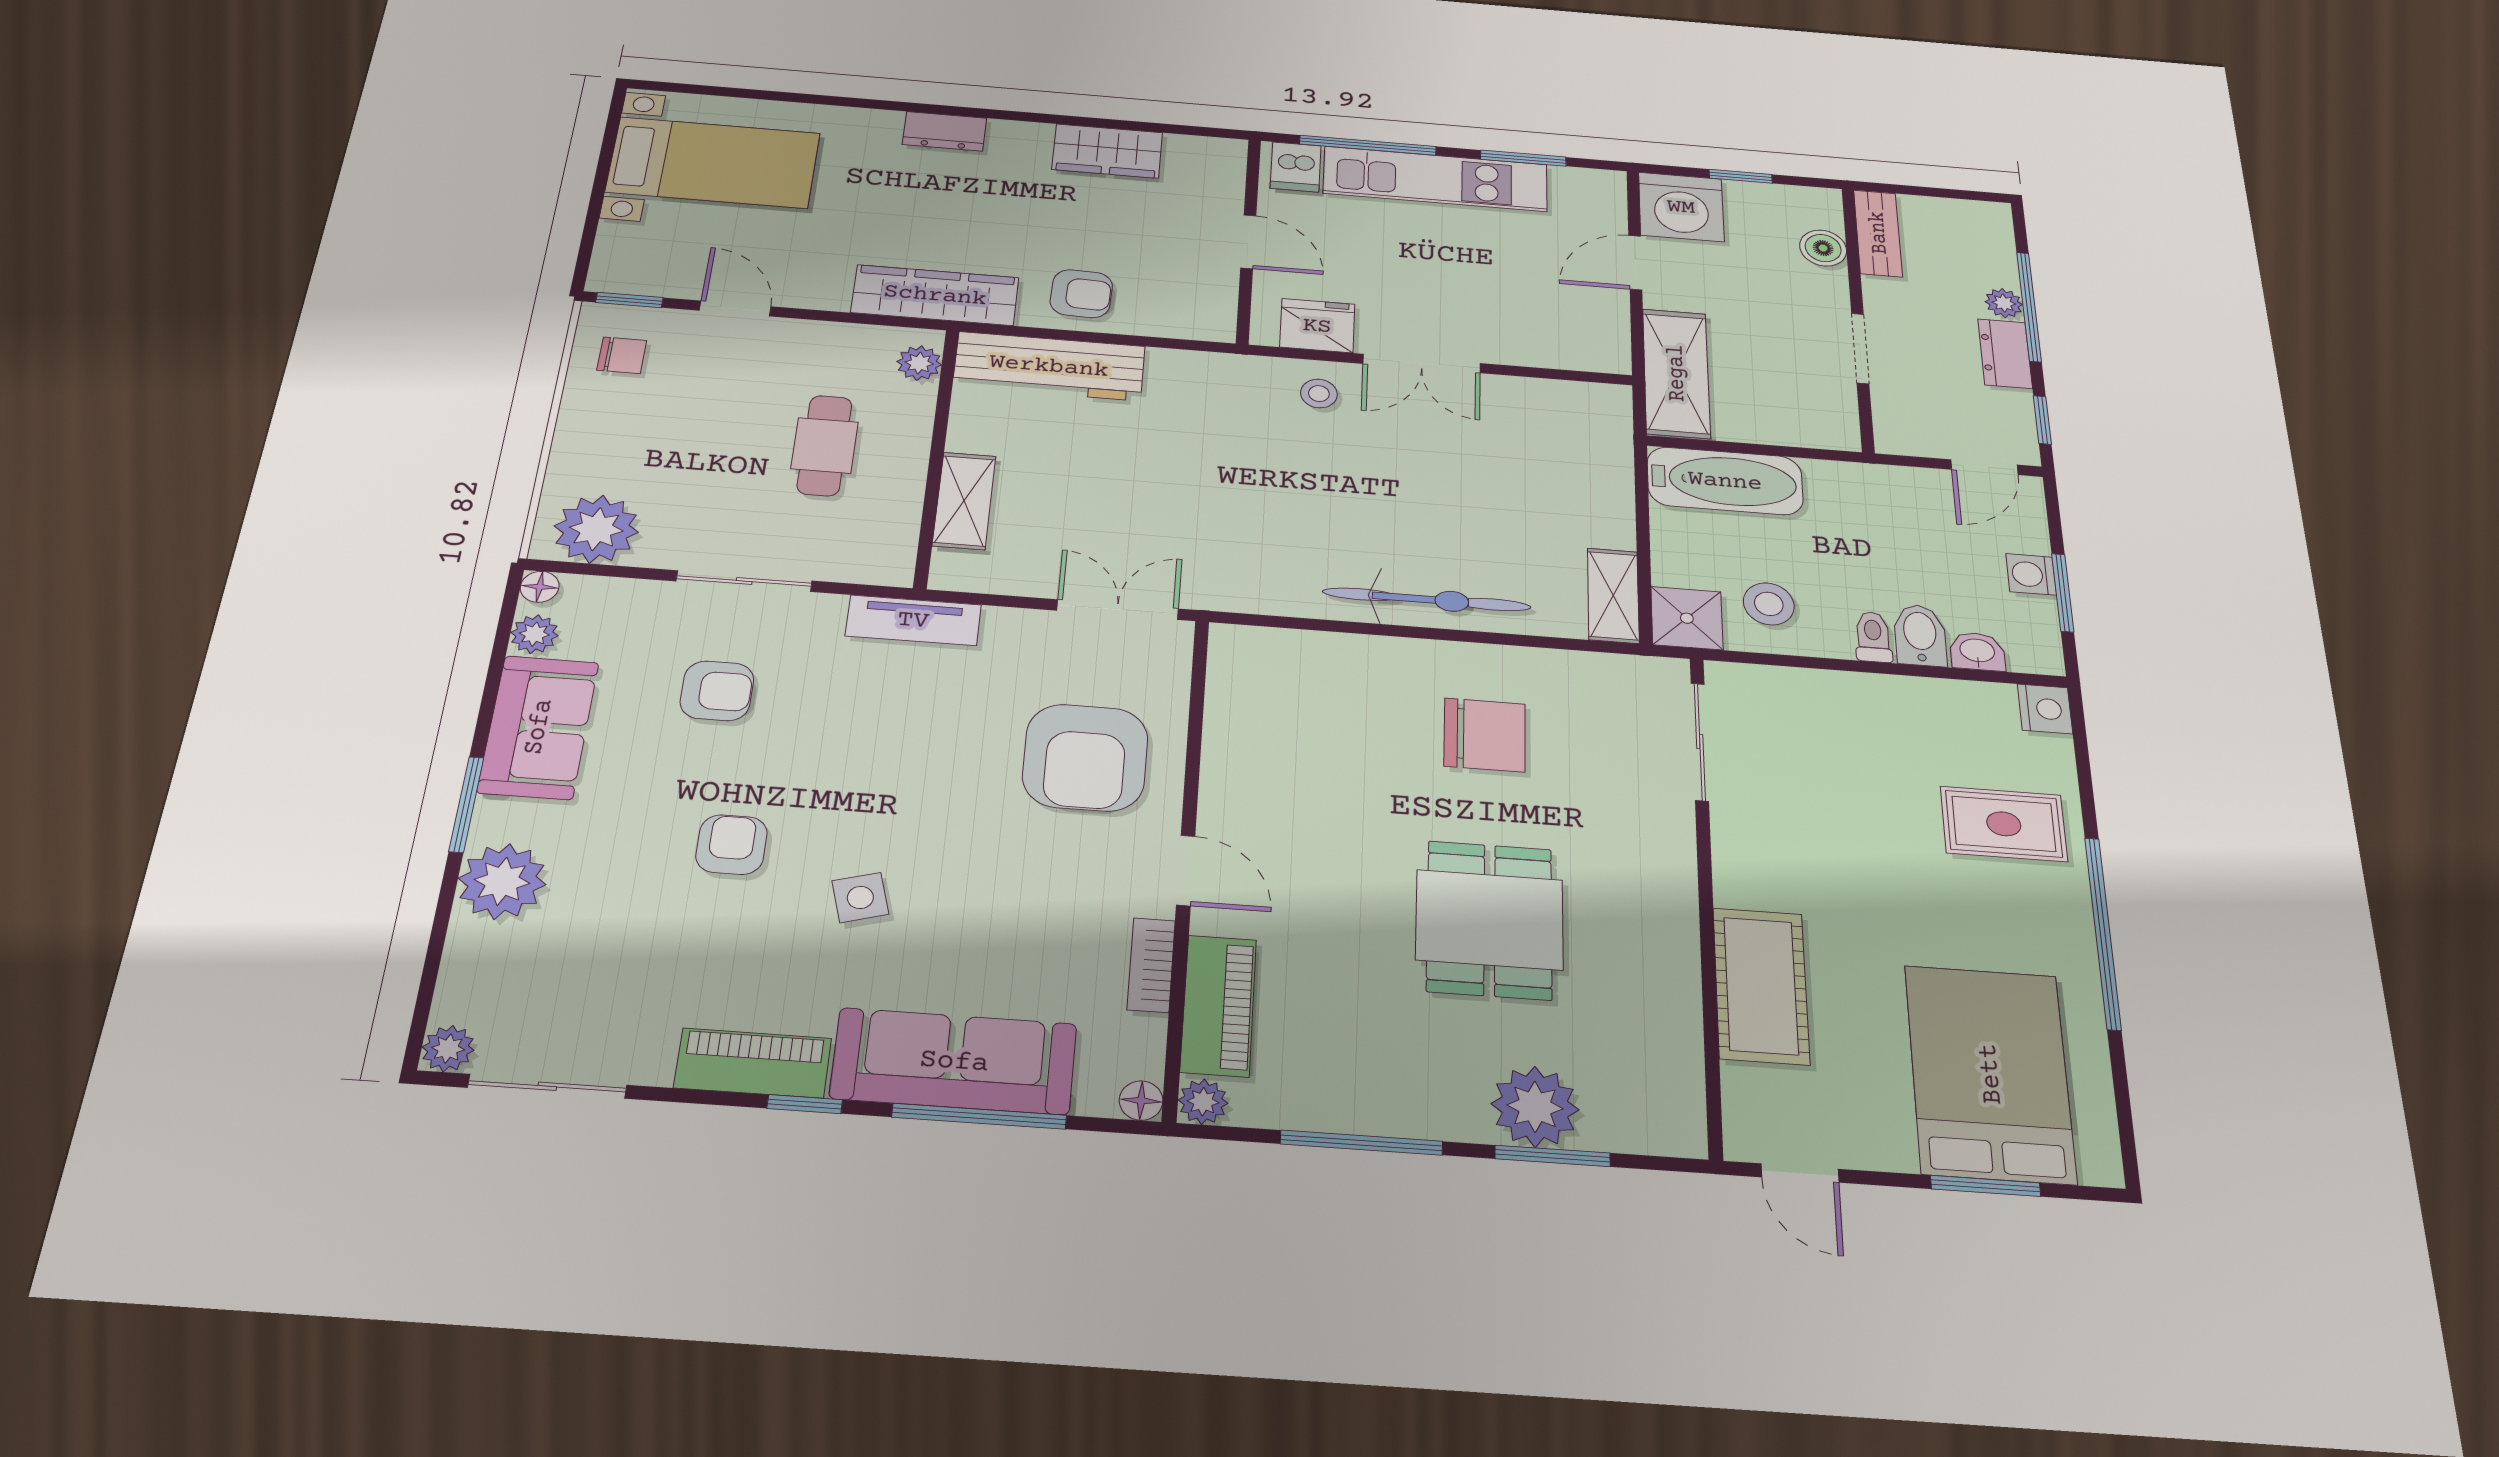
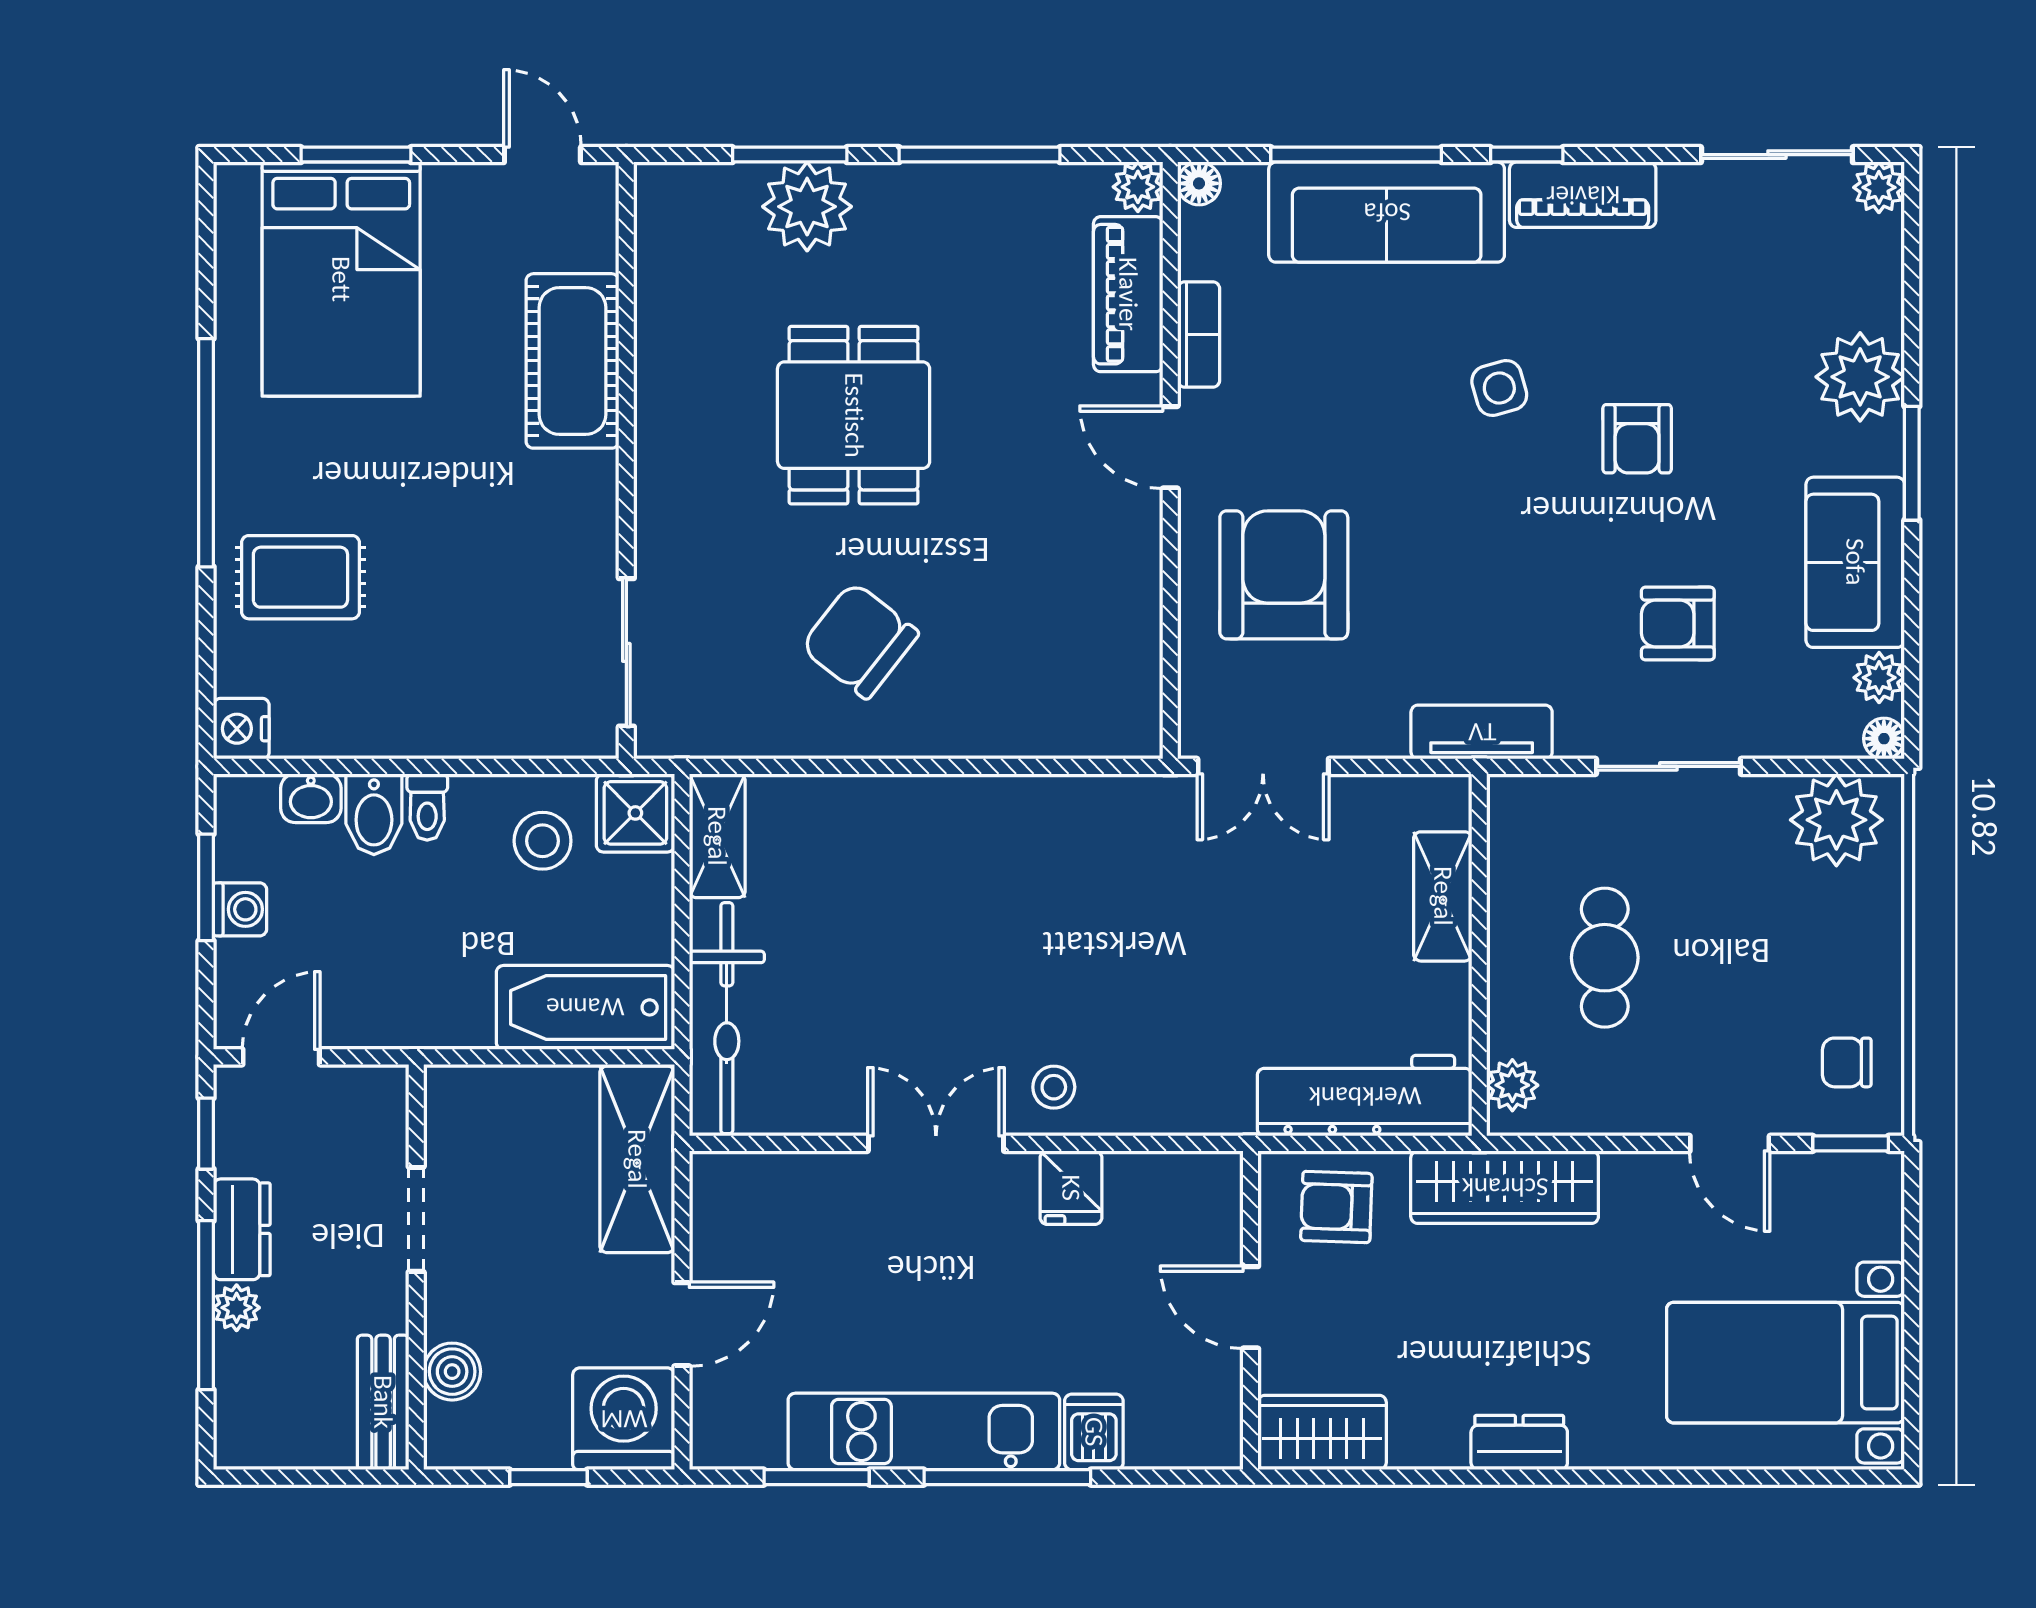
wall: (1248, 240) -> (1251, 1310), moved
door: (1248, 242) -> (1251, 1307), moved
fridge: (1317, 326) -> (1071, 1188), width x0.72
bicycle: (1427, 599) -> (727, 1018), moved, turned -90
chair: (1485, 735) -> (860, 640), turned 38

